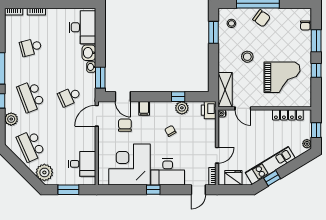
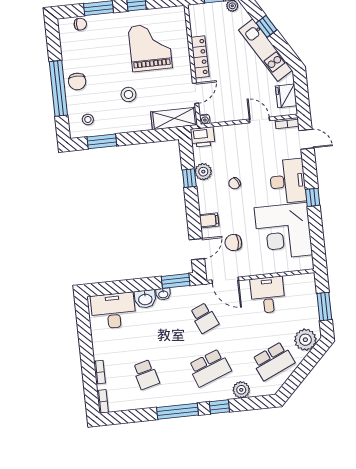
chair: (262, 18) -> (77, 81), turned 144
locker: (288, 115) -> (200, 57), moved
desk: (82, 164) -> (268, 295), moved
window: (272, 178) -> (266, 26), moved

